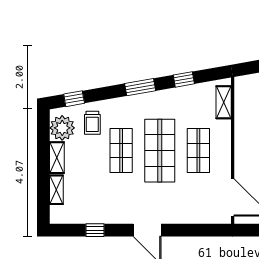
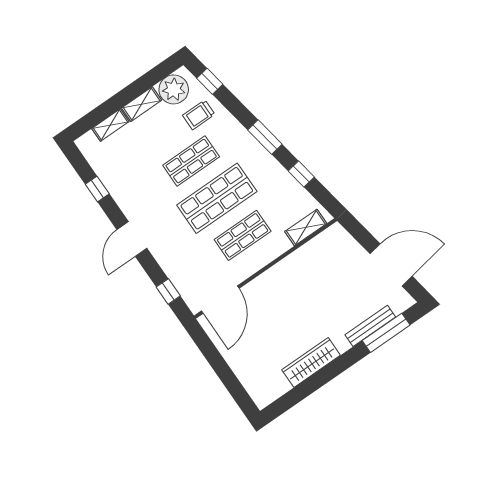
window: (202, 230) -> (168, 291), added

